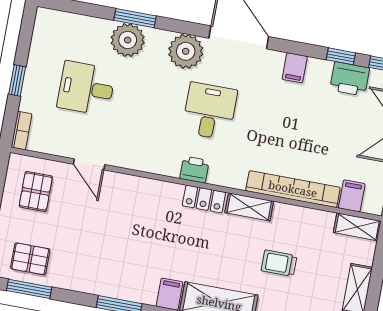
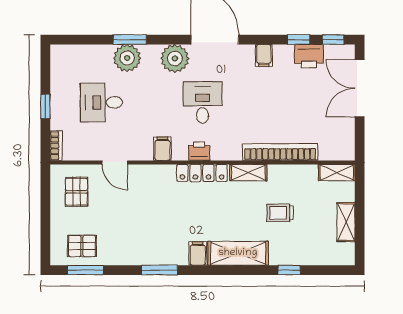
filing cabinet: (352, 196) -> (162, 149), moved
locker: (204, 199) -> (202, 173), width x1.53

